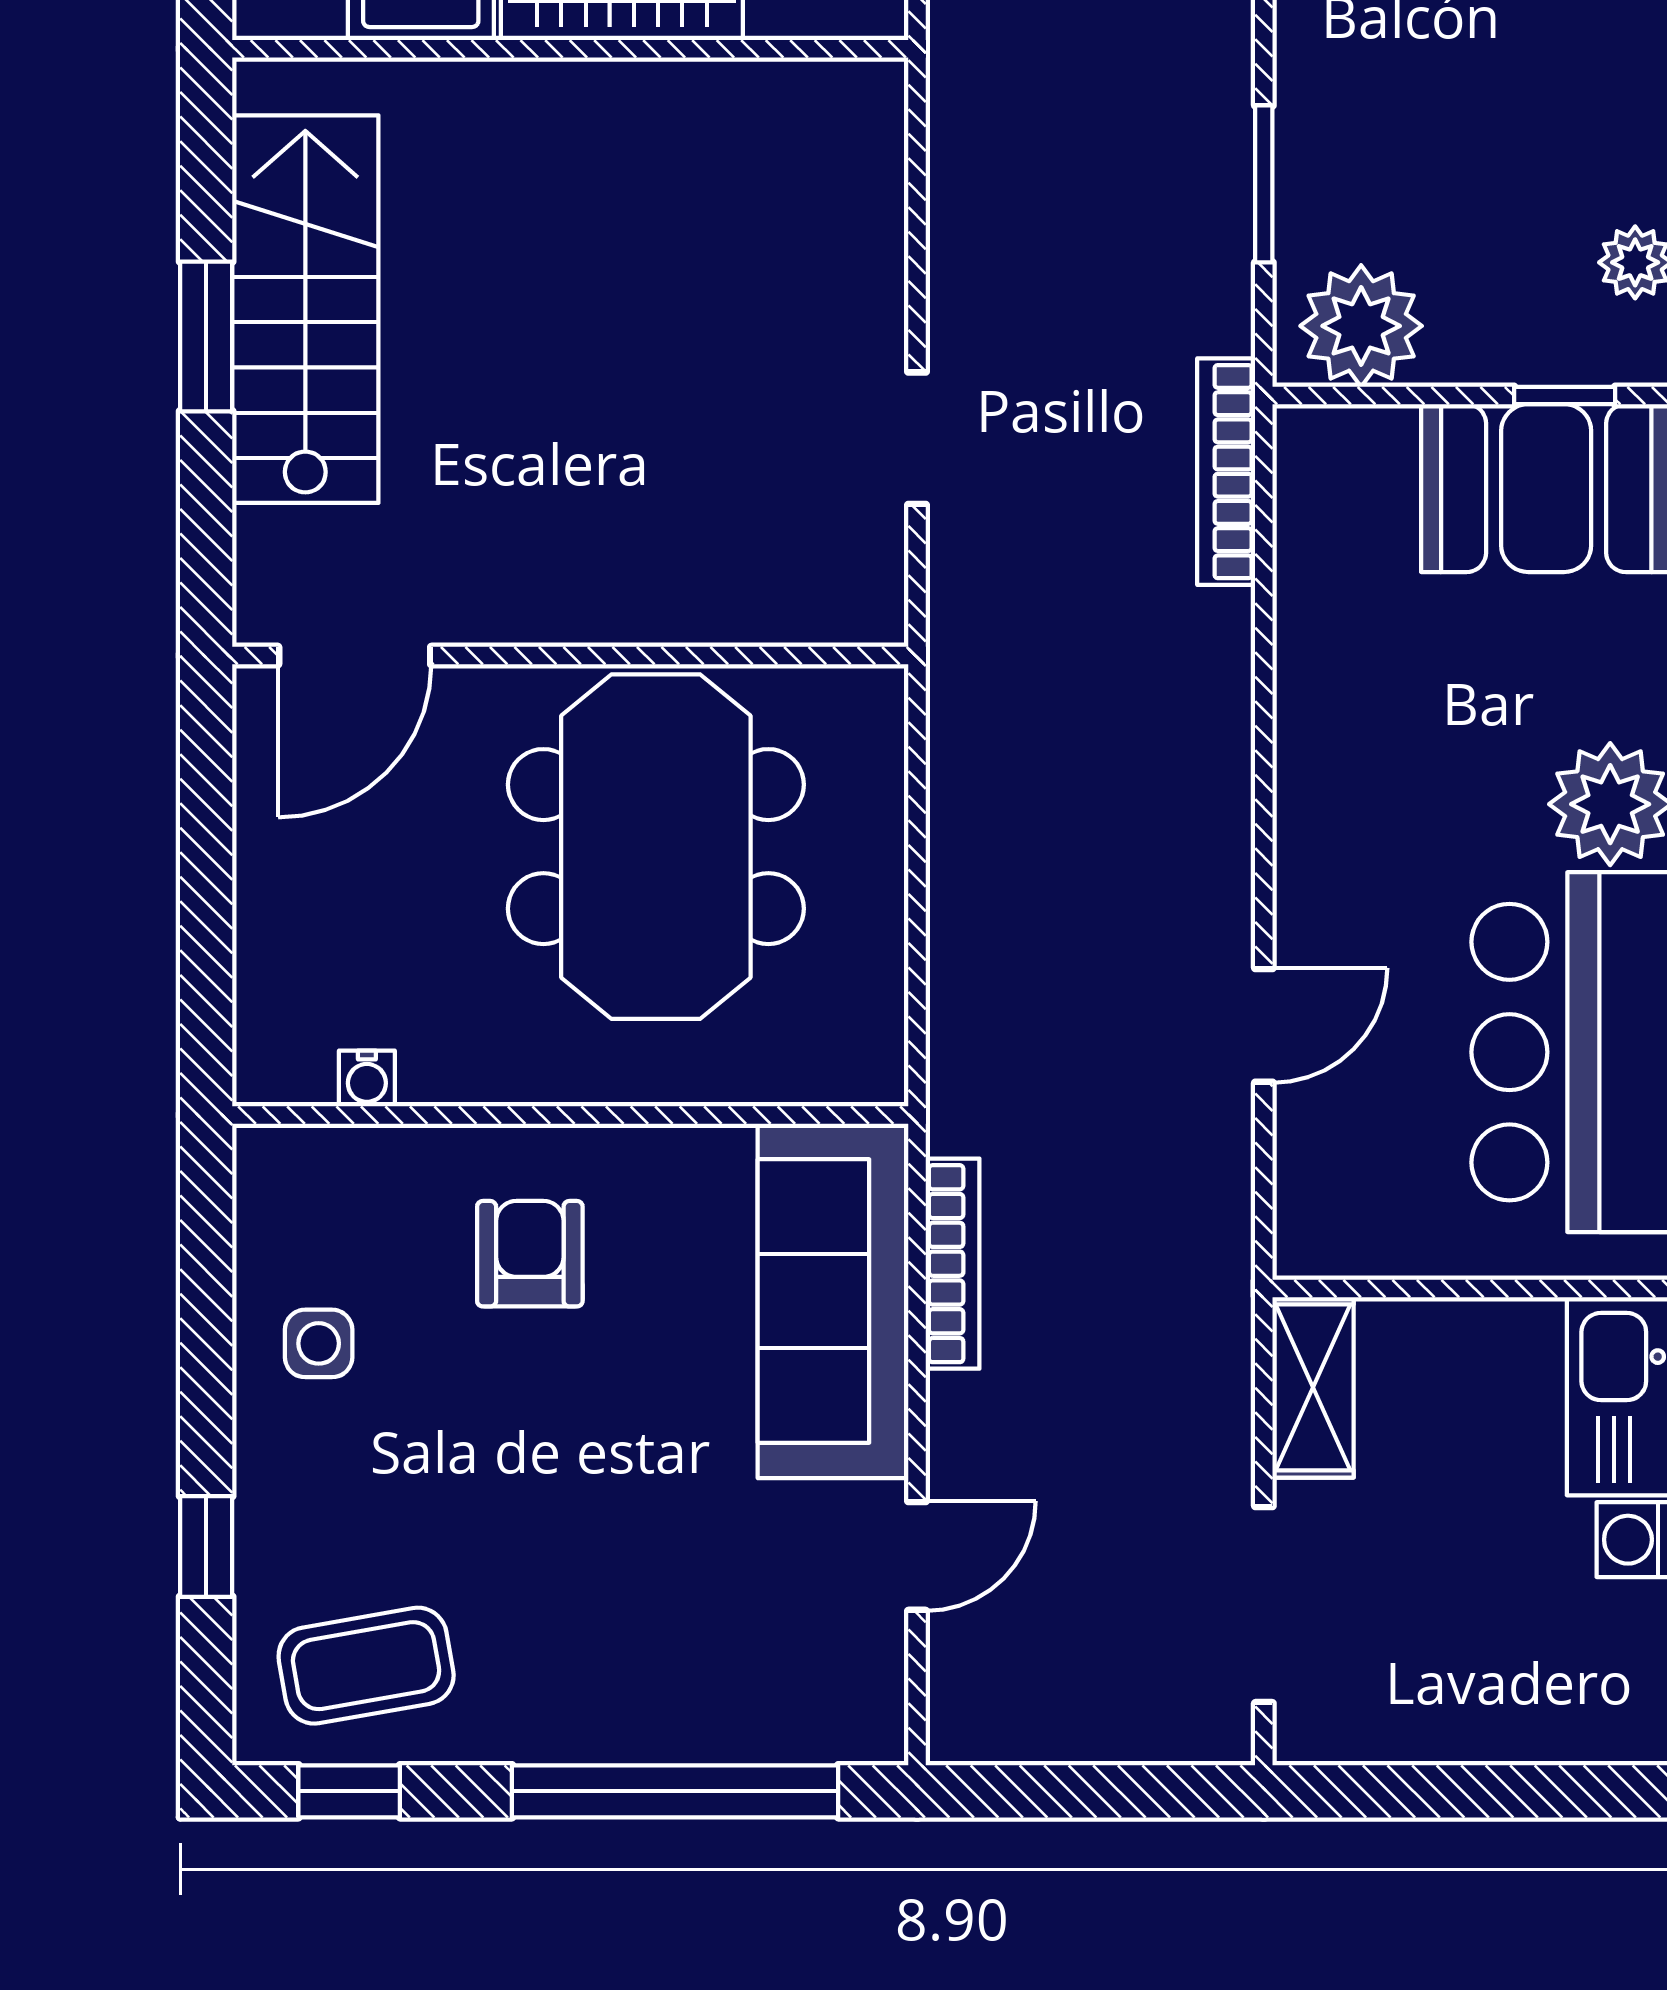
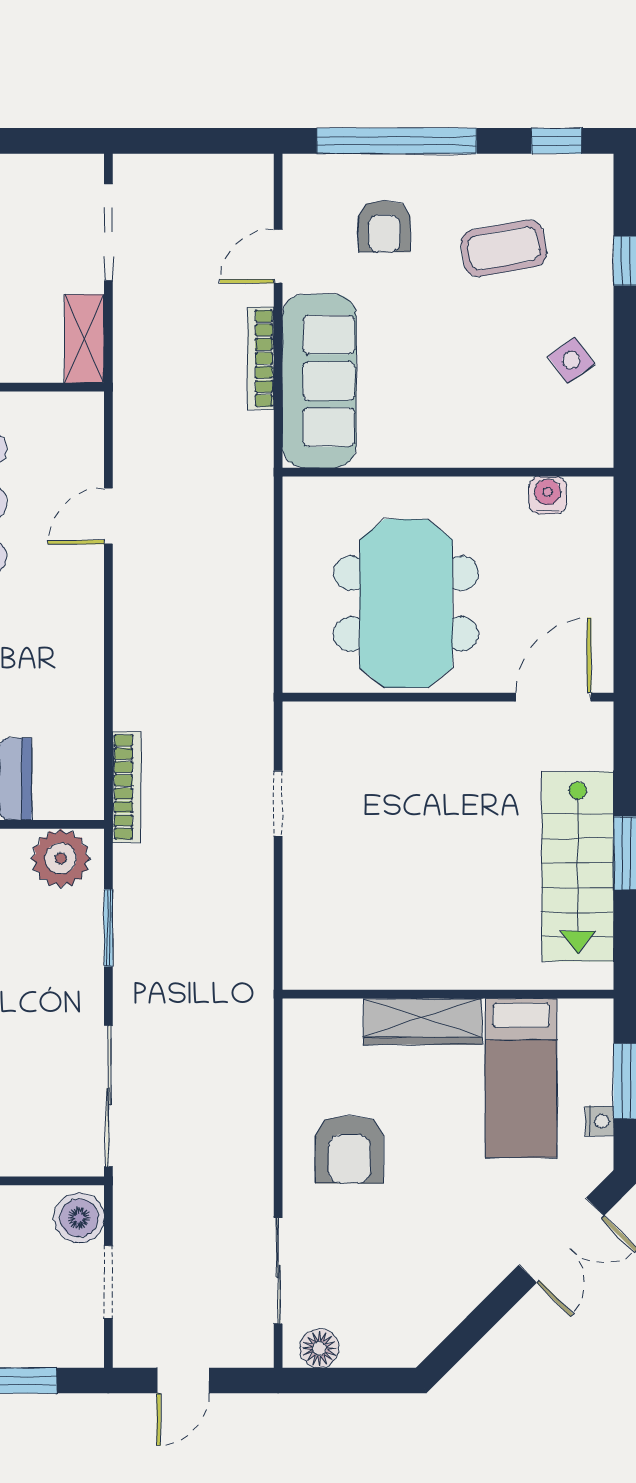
water cooler: (367, 1078) -> (548, 495), width x1.38, depth x1.38
armchair: (530, 1254) -> (384, 226), moved
bookcase: (953, 1264) -> (261, 358), moved
side table: (319, 1343) -> (571, 360), turned -36
coffee table: (366, 1666) -> (504, 248), moved

